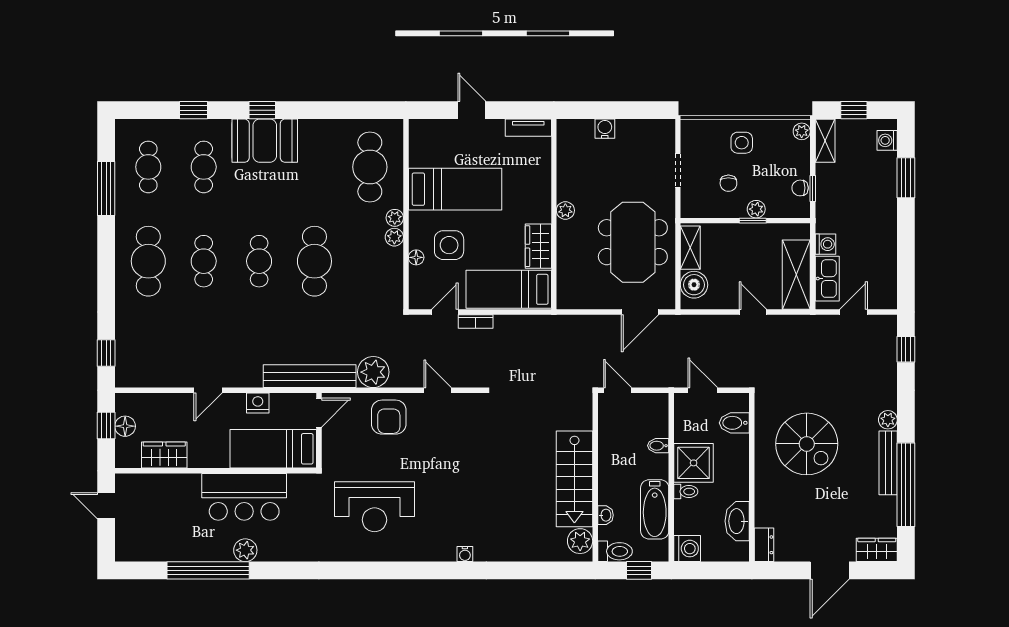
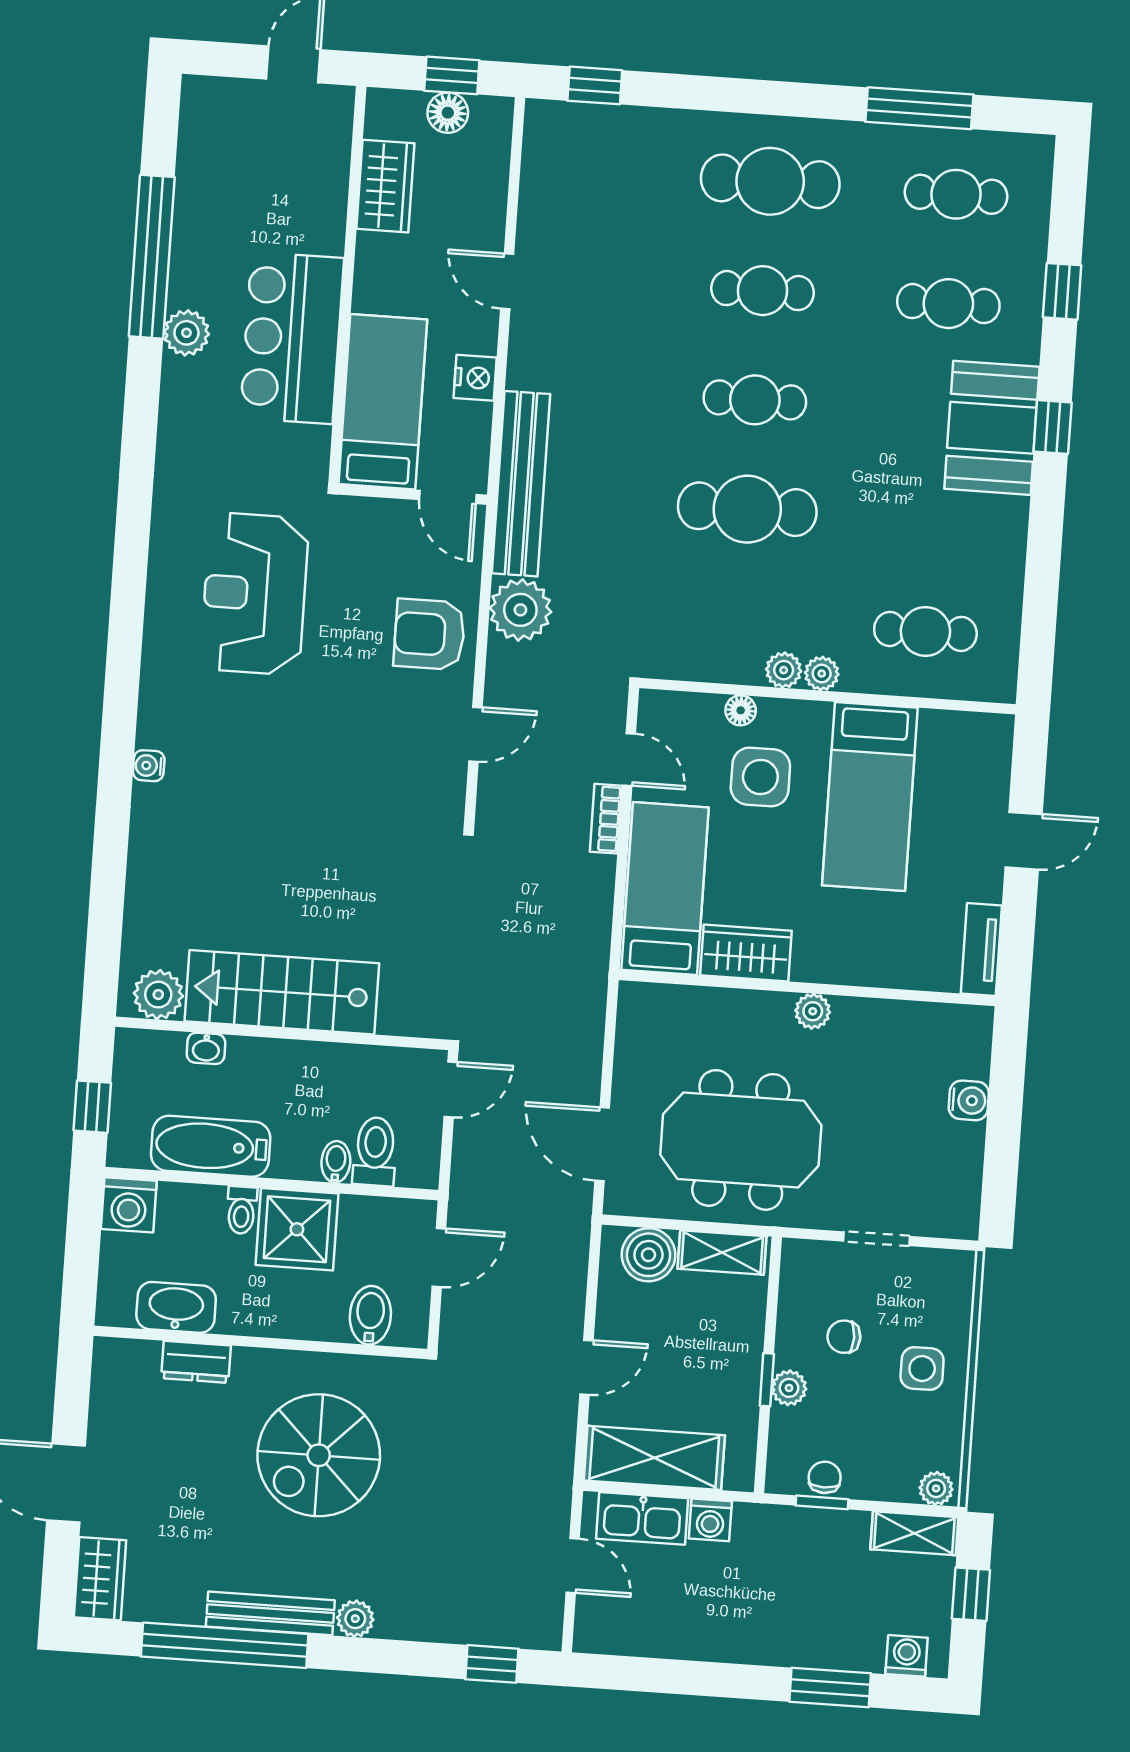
cafe table: (370, 167) -> (925, 631), width x0.73, depth x0.74
dresser: (764, 545) -> (196, 1362), moved
toilet: (615, 551) -> (375, 1151), moved, turned 180

